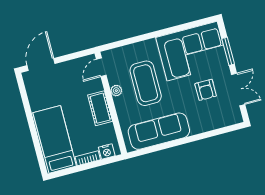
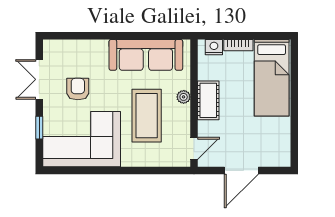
window: (228, 51) -> (39, 128), width x0.67
door: (41, 64) -> (241, 170), moved
plant: (116, 91) -> (184, 97), moved

